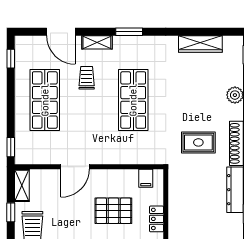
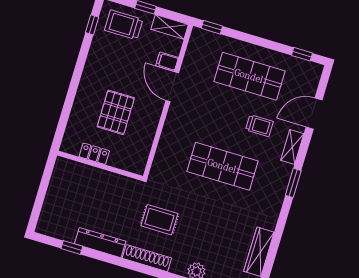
rug: (198, 142) -> (159, 220), turned 90
filing cabinet: (146, 178) -> (167, 62), moved

